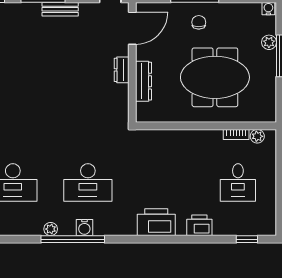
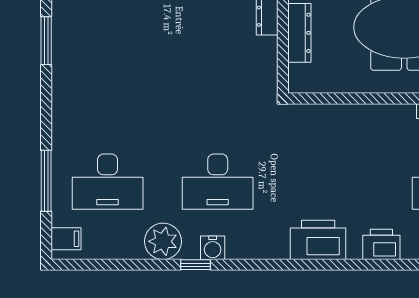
plant: (51, 229) -> (163, 241), width x1.88, depth x1.88
window: (73, 239) -> (195, 265), width x0.32

